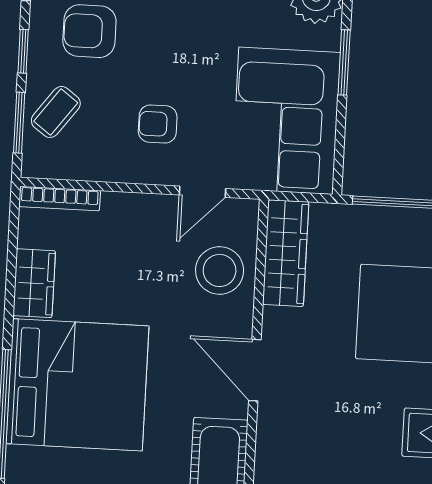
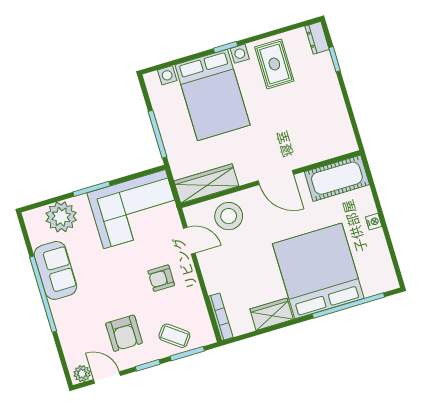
armchair: (158, 124) -> (161, 278), turned 90
door: (255, 370) -> (276, 178), hinge flipped

